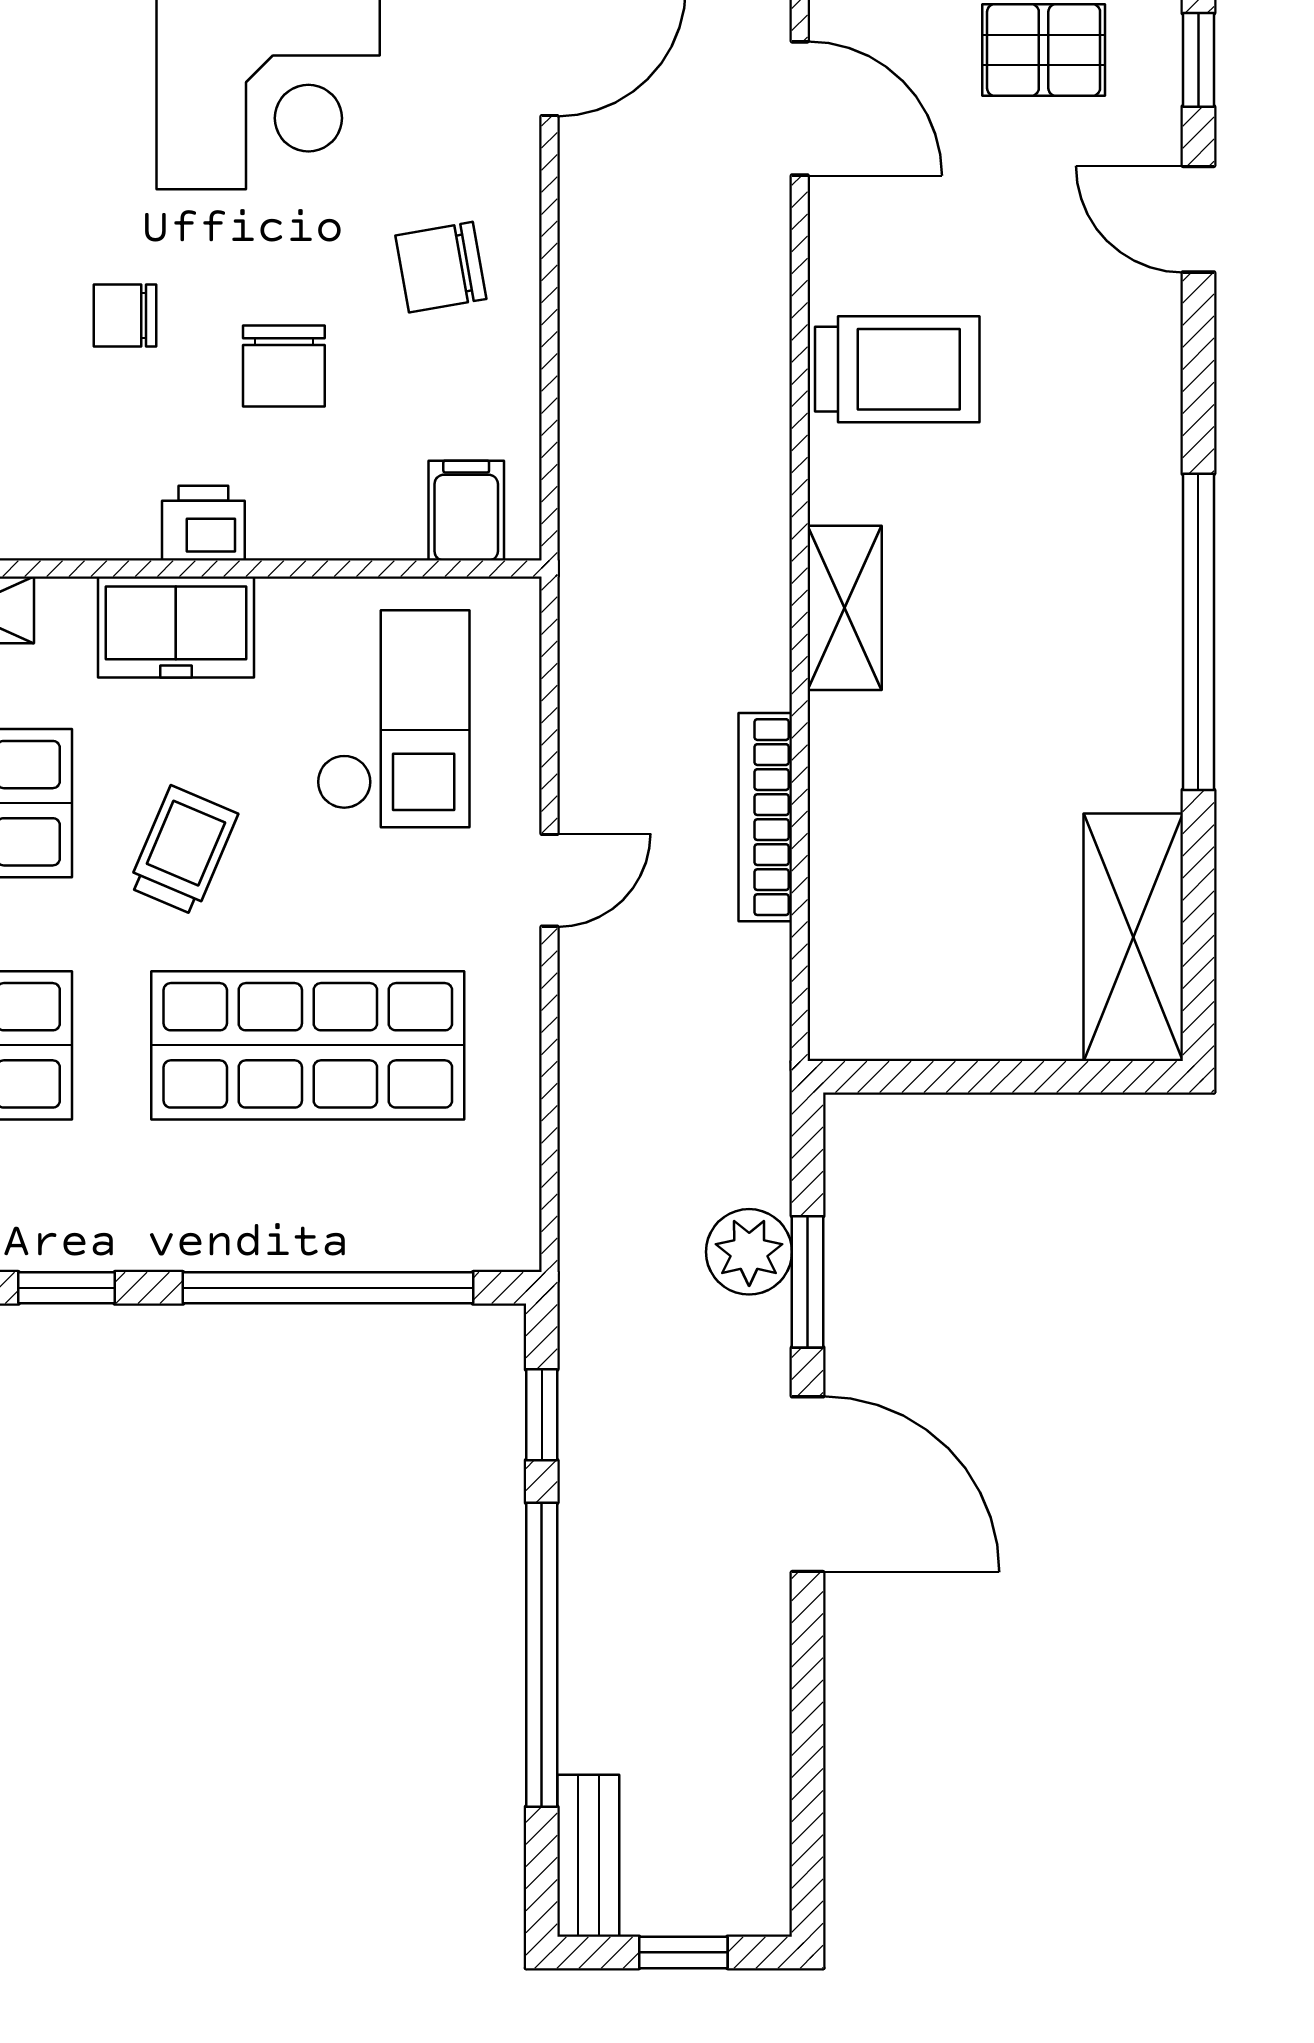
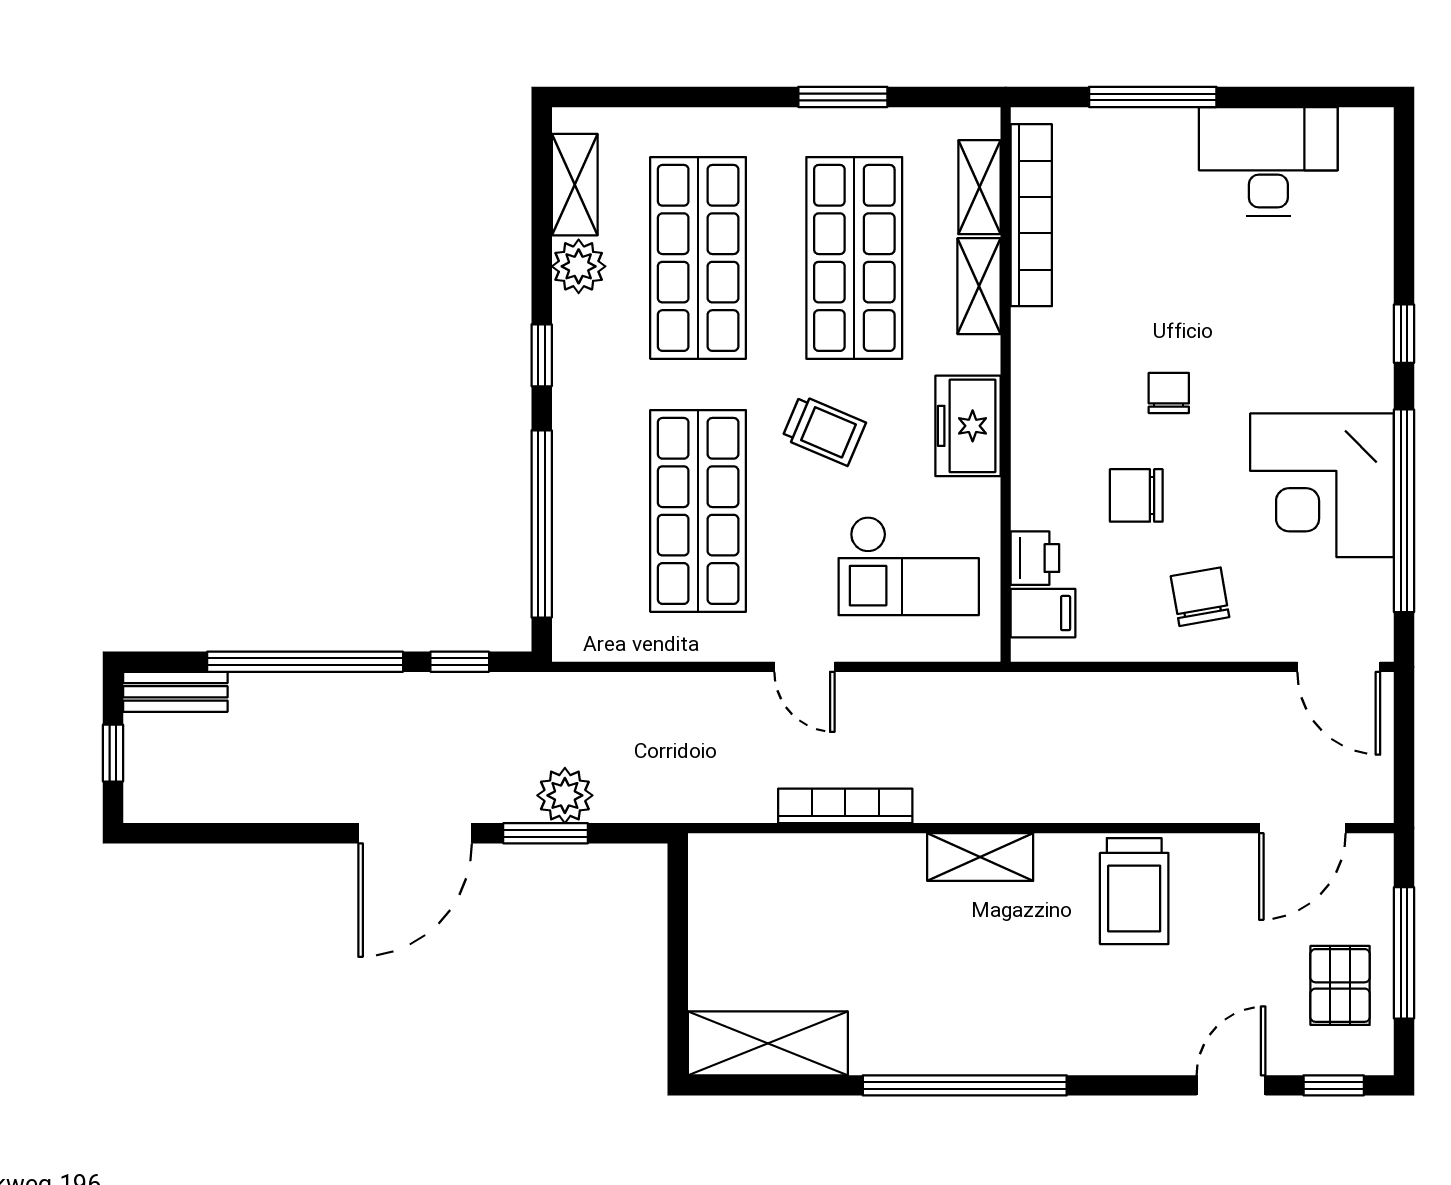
printer: (203, 523) -> (1035, 558), moved

